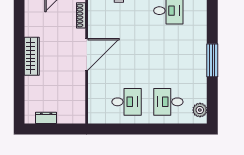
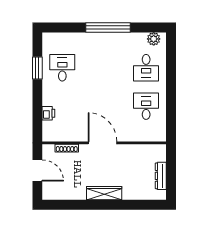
window: (212, 60) -> (108, 27), width x1.46
dresser: (46, 118) -> (161, 176), width x1.44

